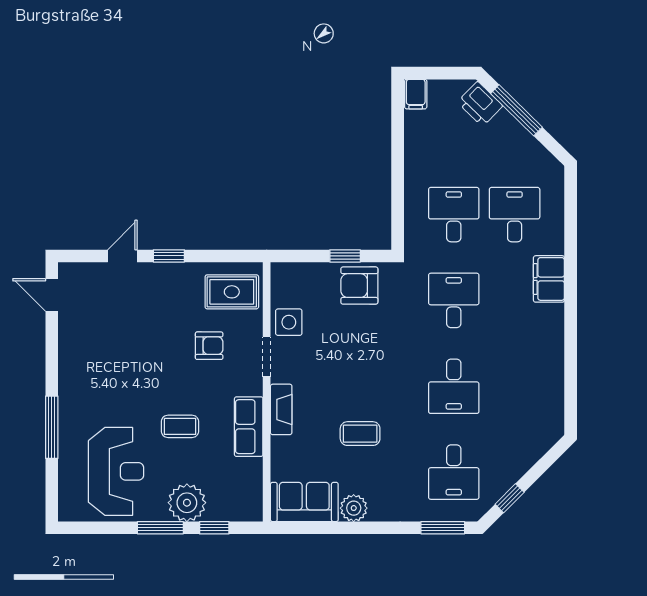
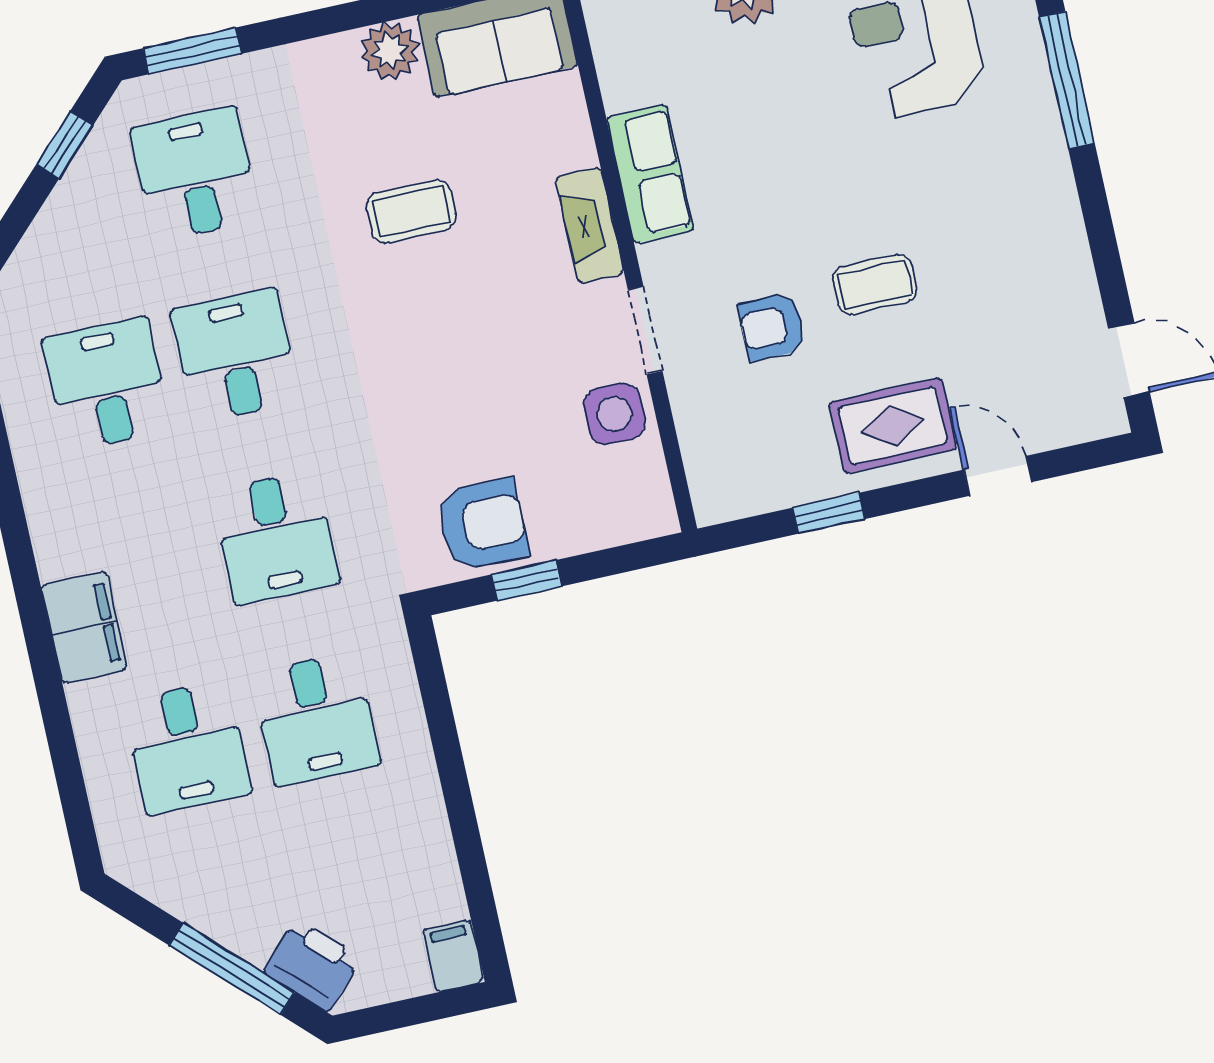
door: (122, 256) -> (998, 476), swing flipped
window: (169, 256) -> (829, 513), moved
rug: (232, 292) -> (893, 426), moved
desk: (515, 386) -> (107, 384), added
coffee table: (180, 426) -> (875, 284), moved

